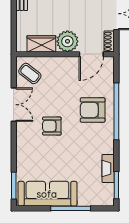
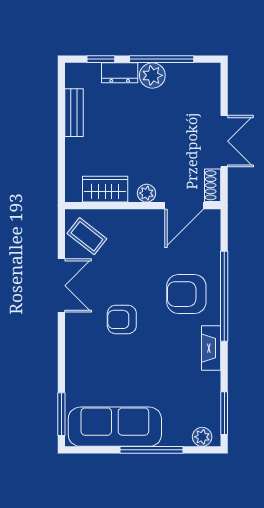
plant: (67, 41) -> (146, 193), width x0.53, depth x0.53
fireplace: (108, 168) -> (211, 348), moved
plant: (103, 200) -> (202, 437), added

